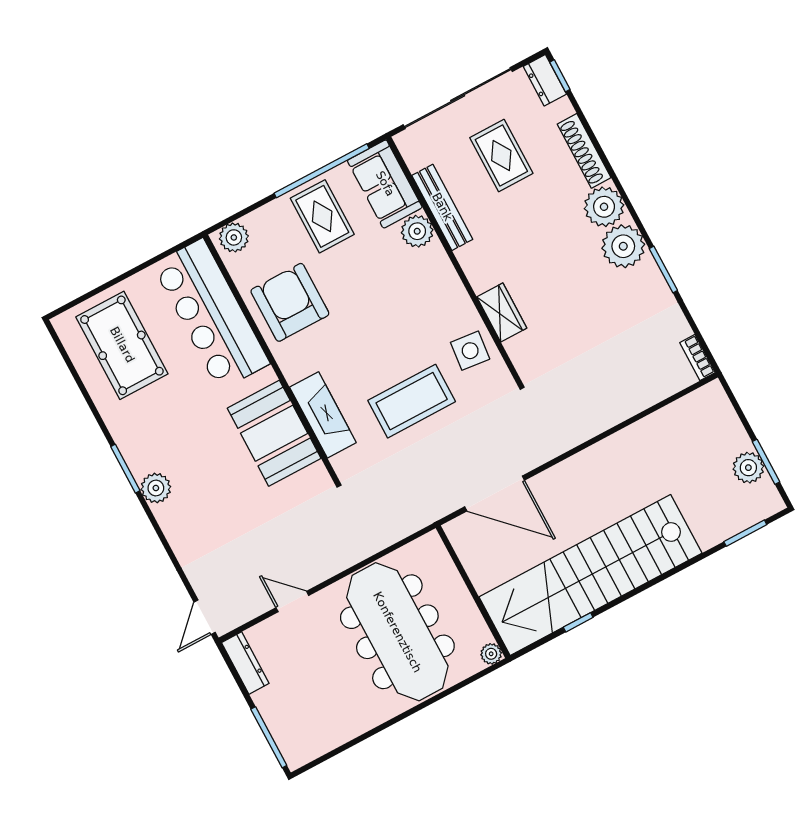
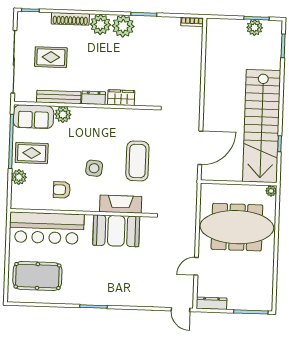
dresser: (545, 80) -> (94, 98), moved, turned 180
plant: (234, 237) -> (19, 177), moved
armchair: (290, 302) -> (62, 190), width x0.53, depth x0.53
side table: (470, 351) -> (94, 168), moved
plant: (156, 488) -> (110, 298), removed

